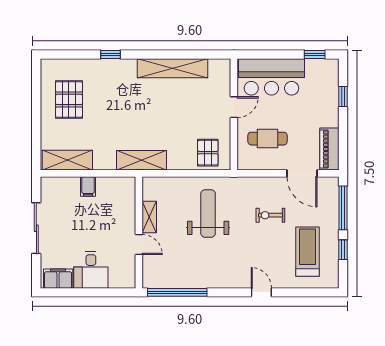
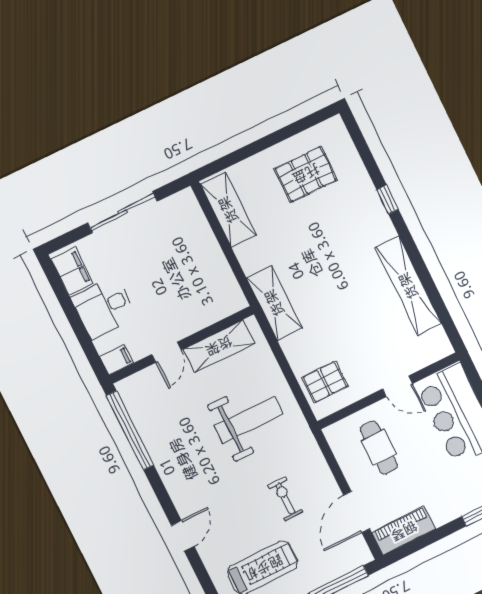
filing cabinet: (88, 187) -> (117, 360), moved, turned 180
shelving: (149, 217) -> (219, 346), width x1.50, depth x1.33

